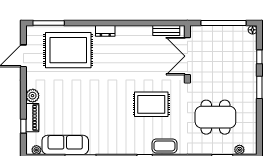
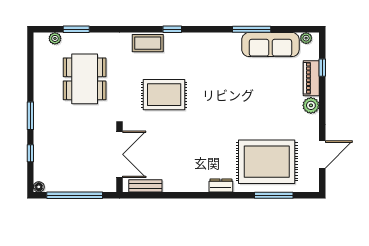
window: (49, 23) -> (274, 195), moved
dining table: (215, 117) -> (85, 79), turned 90

